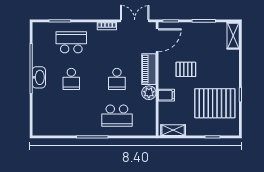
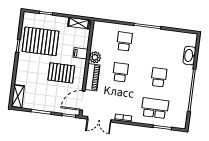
school desk: (71, 42) -> (155, 108), turned 180
pallet: (186, 69) -> (61, 73), width x1.50, depth x1.42
washbasin: (39, 77) -> (189, 56), moved
school desk: (117, 116) -> (124, 41), width x0.54

